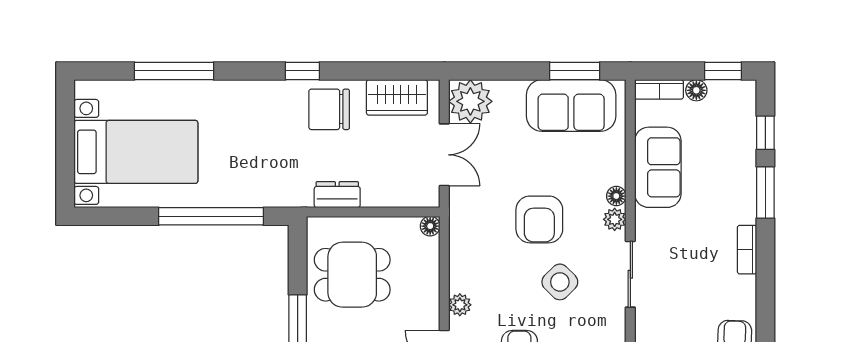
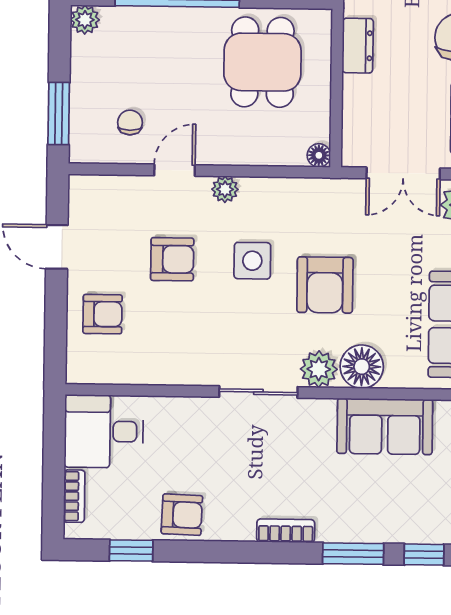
floor lamp: (616, 196) -> (362, 367), width x1.89, depth x1.89
armchair: (539, 219) -> (325, 285), turned -90
plant: (615, 219) -> (319, 369), width x1.38, depth x1.38
side table: (560, 282) -> (252, 261), moved, turned 45

